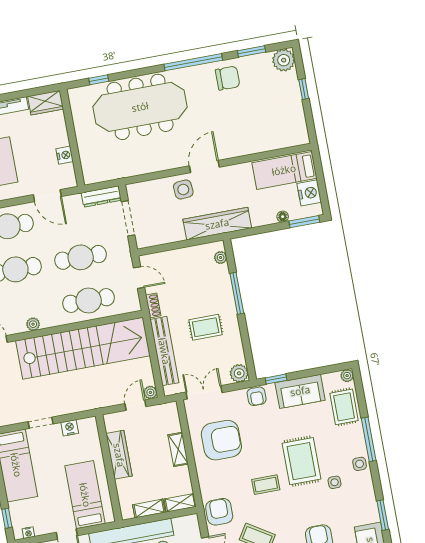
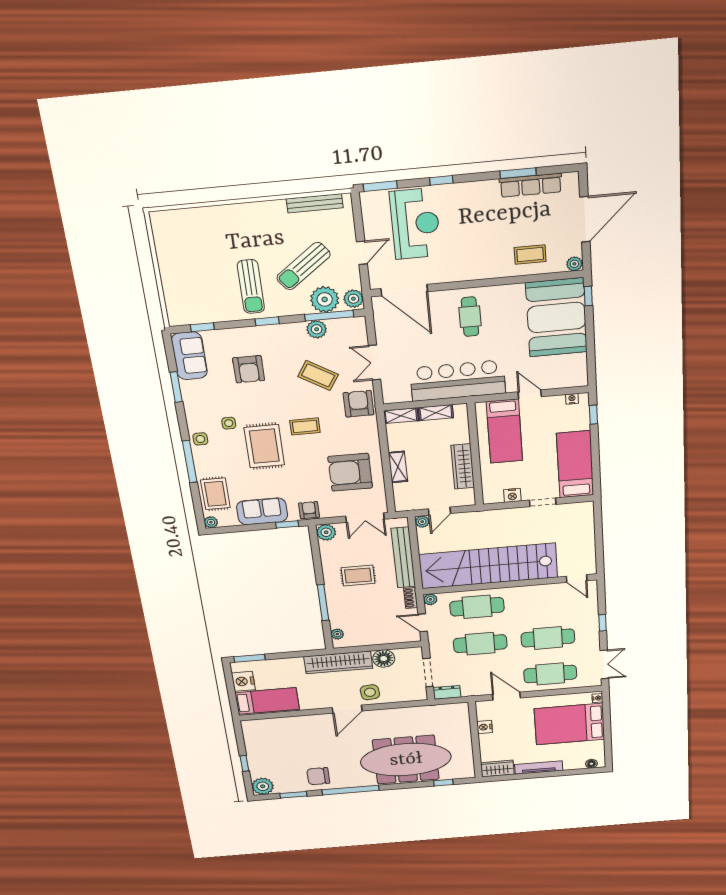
dresser: (101, 197) -> (447, 692), width x0.70
floor lamp: (283, 217) -> (384, 659), moved, width x1.89, depth x1.89
plant: (33, 324) -> (430, 599), moved
armchair: (219, 512) -> (359, 404), turned 180

